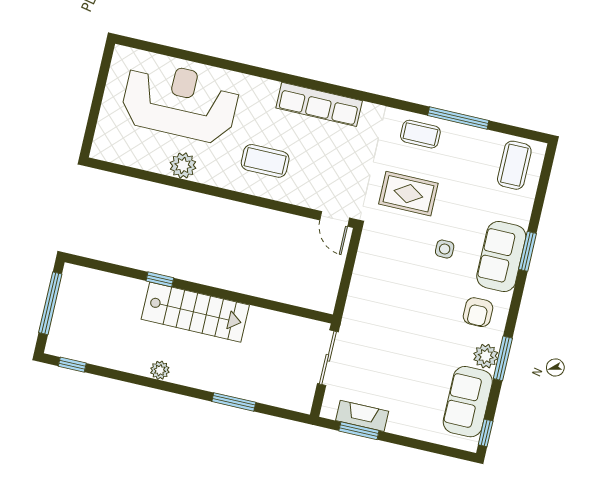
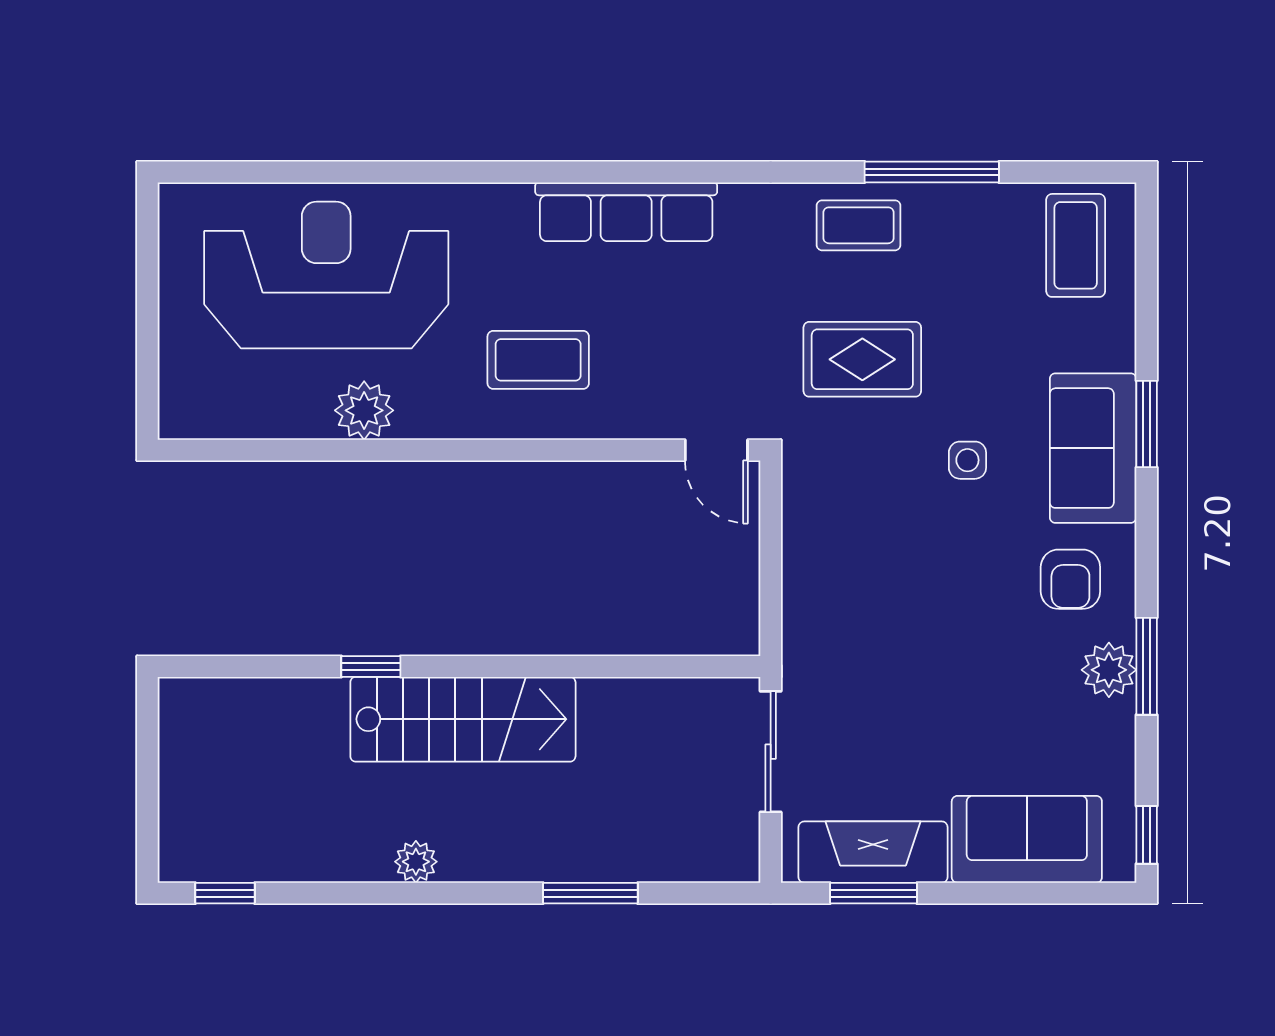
window: (50, 303) -> (147, 772), removed
sofa: (468, 402) -> (1027, 839), moved, turned 90
fireplace: (362, 416) -> (873, 852), width x1.37, depth x1.32

